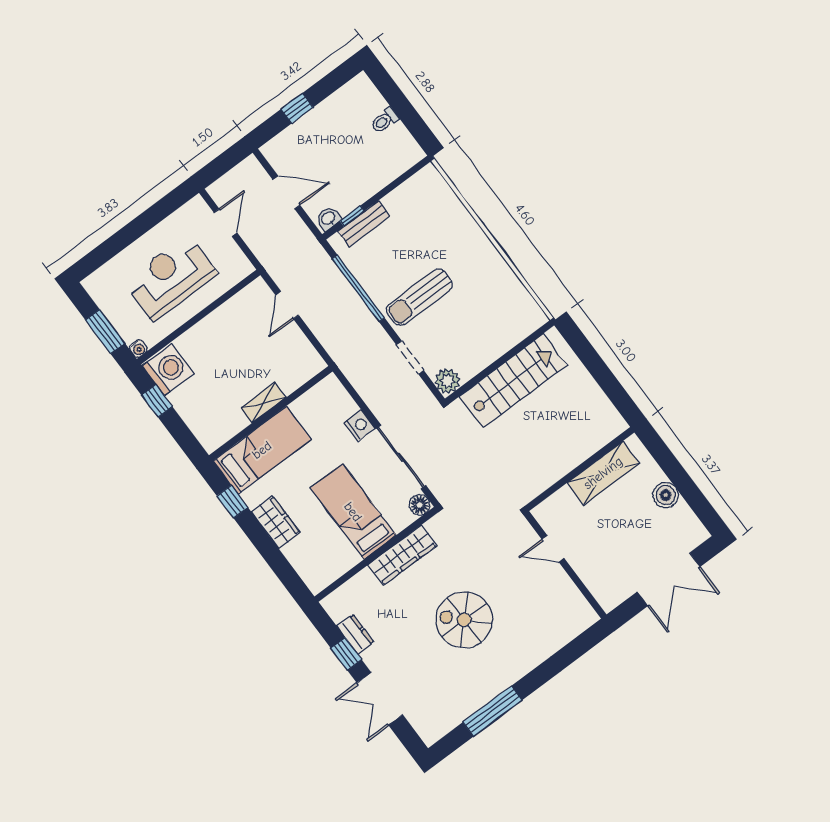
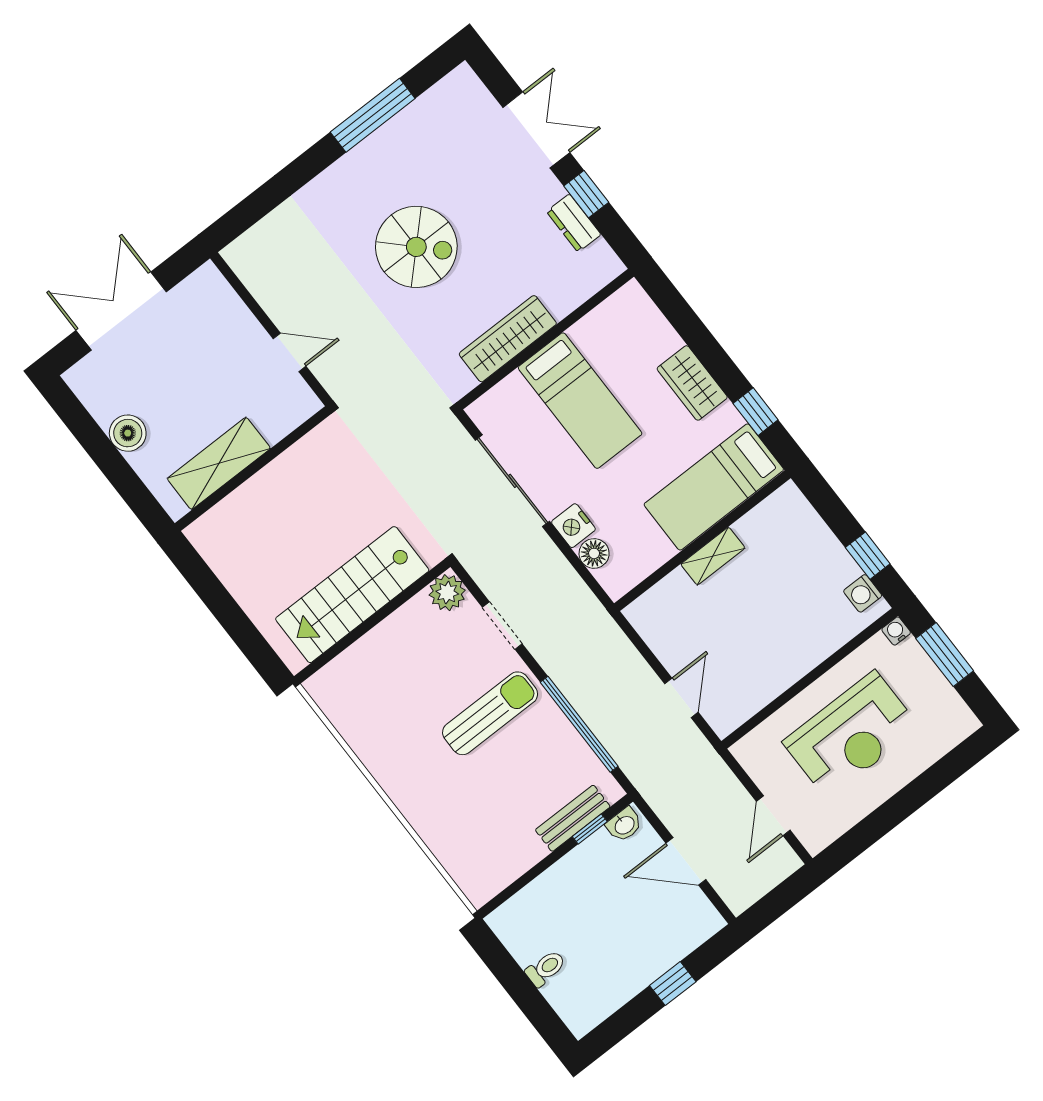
washing machine: (168, 370) -> (863, 593), width x0.53, depth x0.53
floor lamp: (420, 505) -> (594, 553), moved

